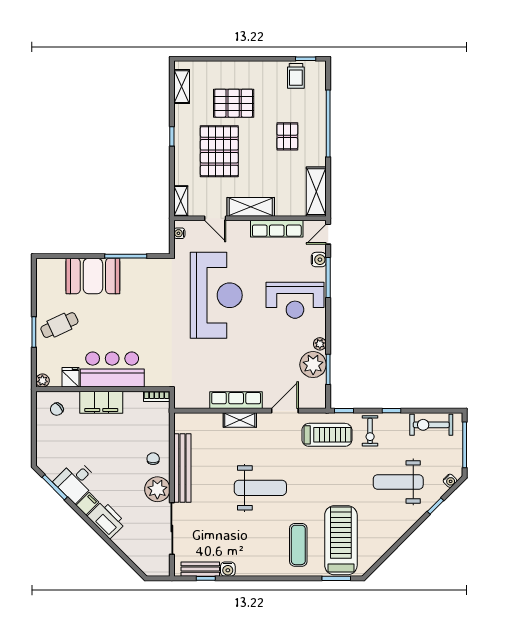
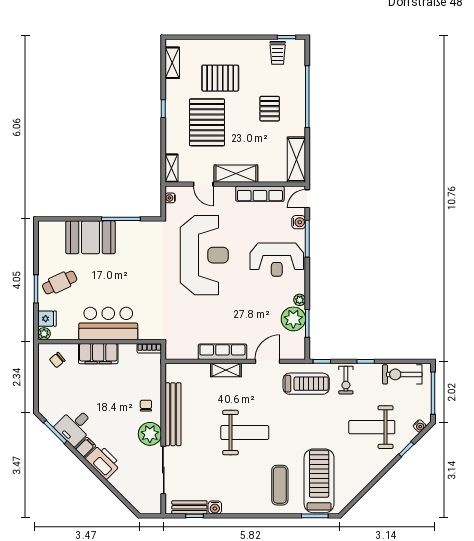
fridge: (71, 377) -> (47, 319), moved, turned 90

